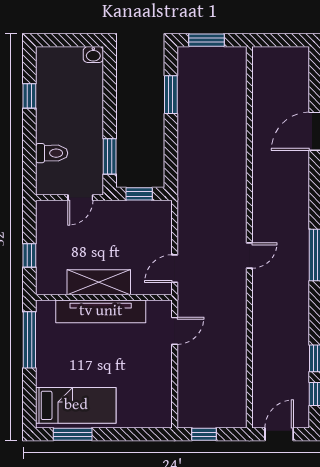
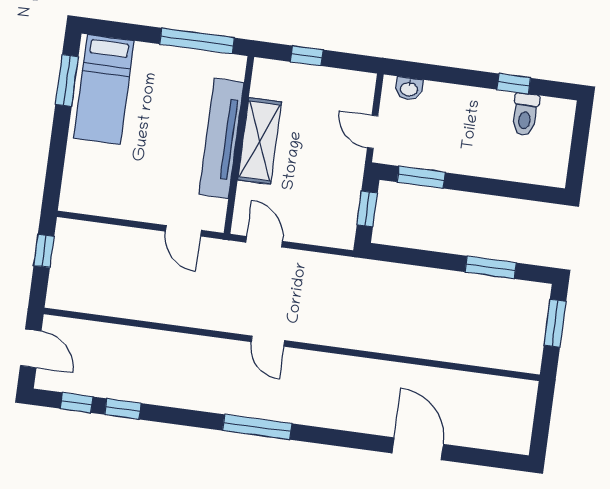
washbasin: (93, 55) -> (409, 89), moved, turned -90
toilet: (52, 153) -> (525, 115), moved

